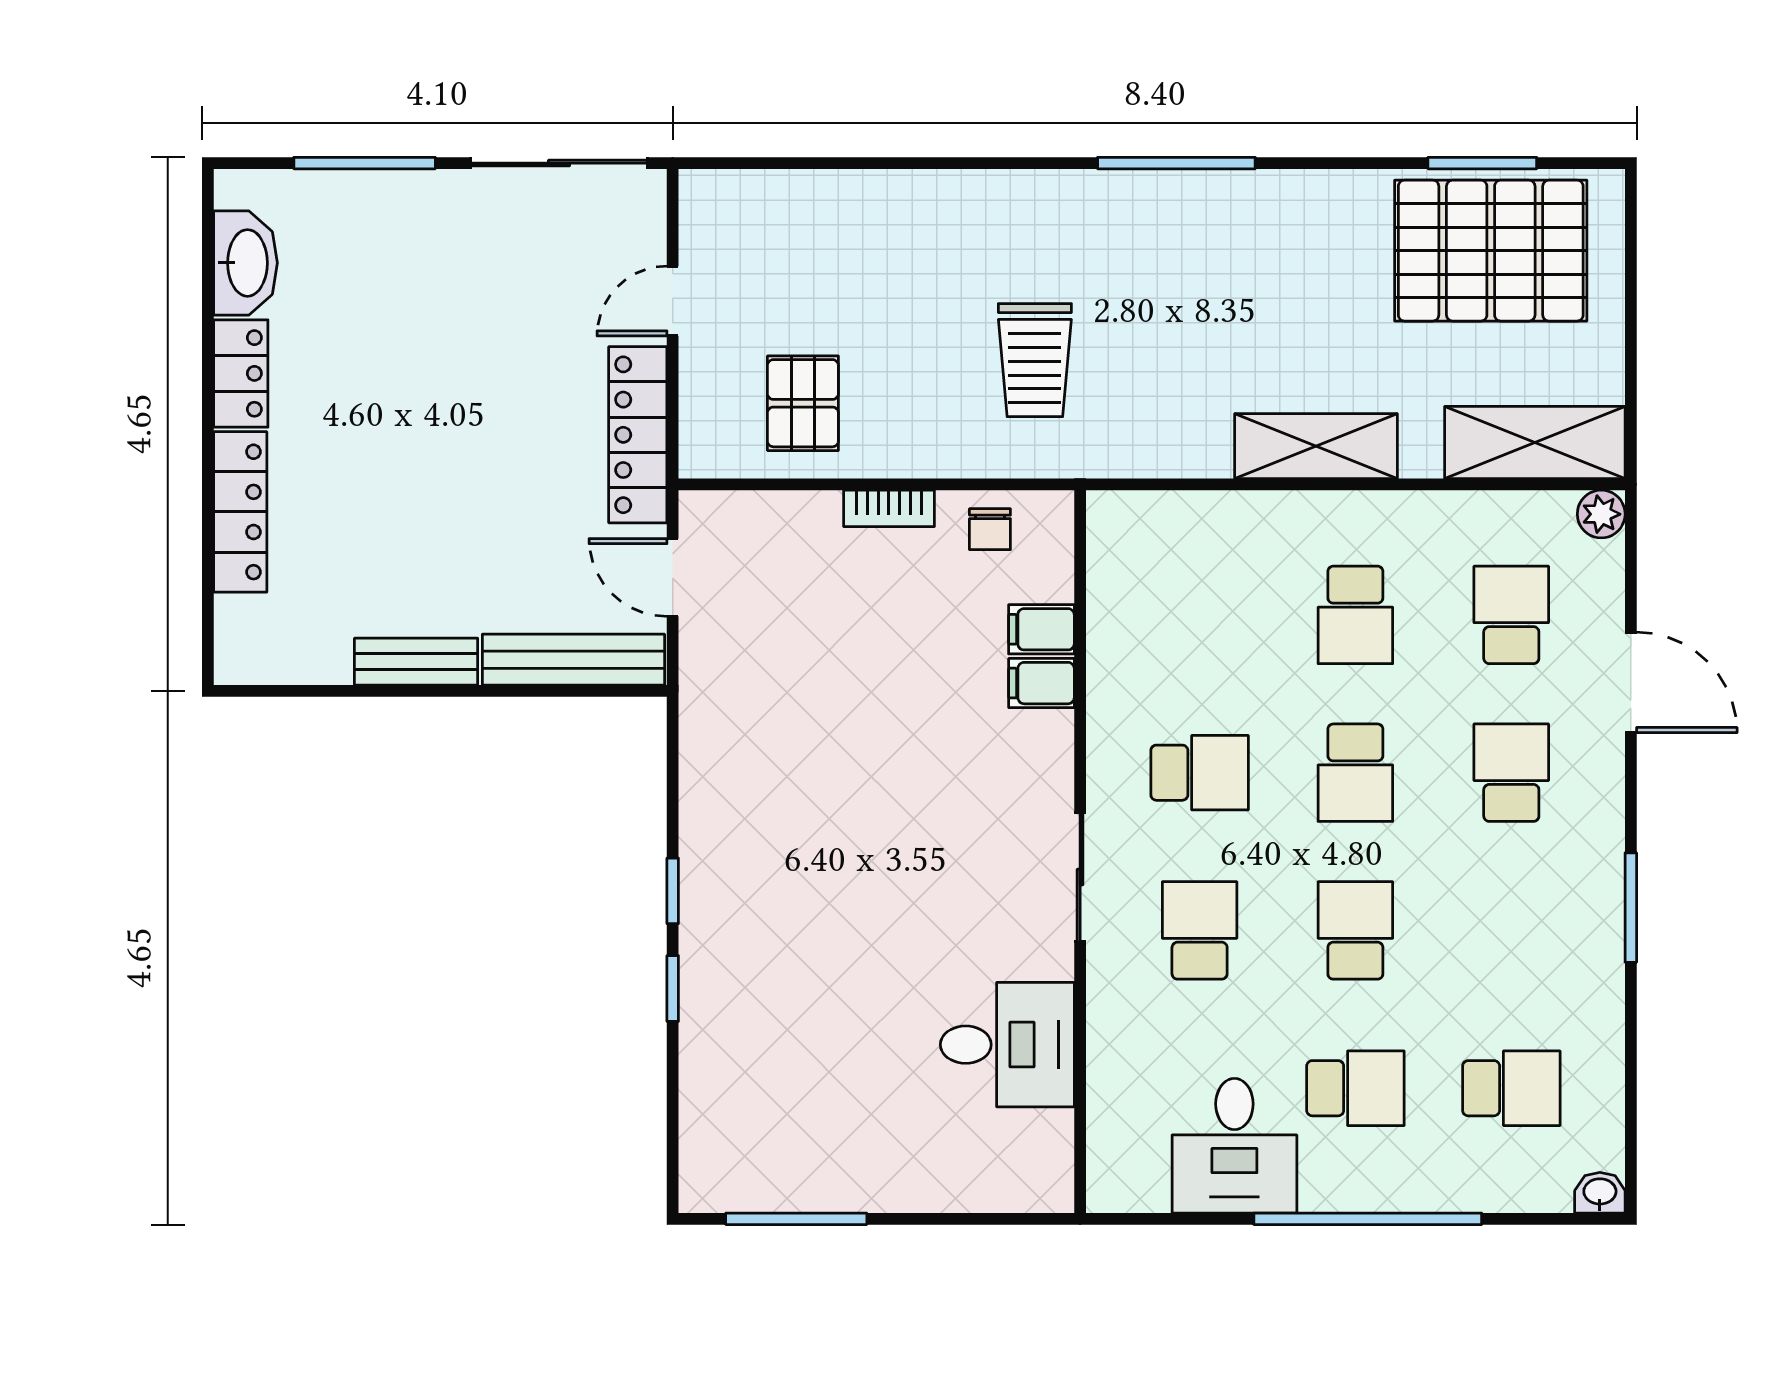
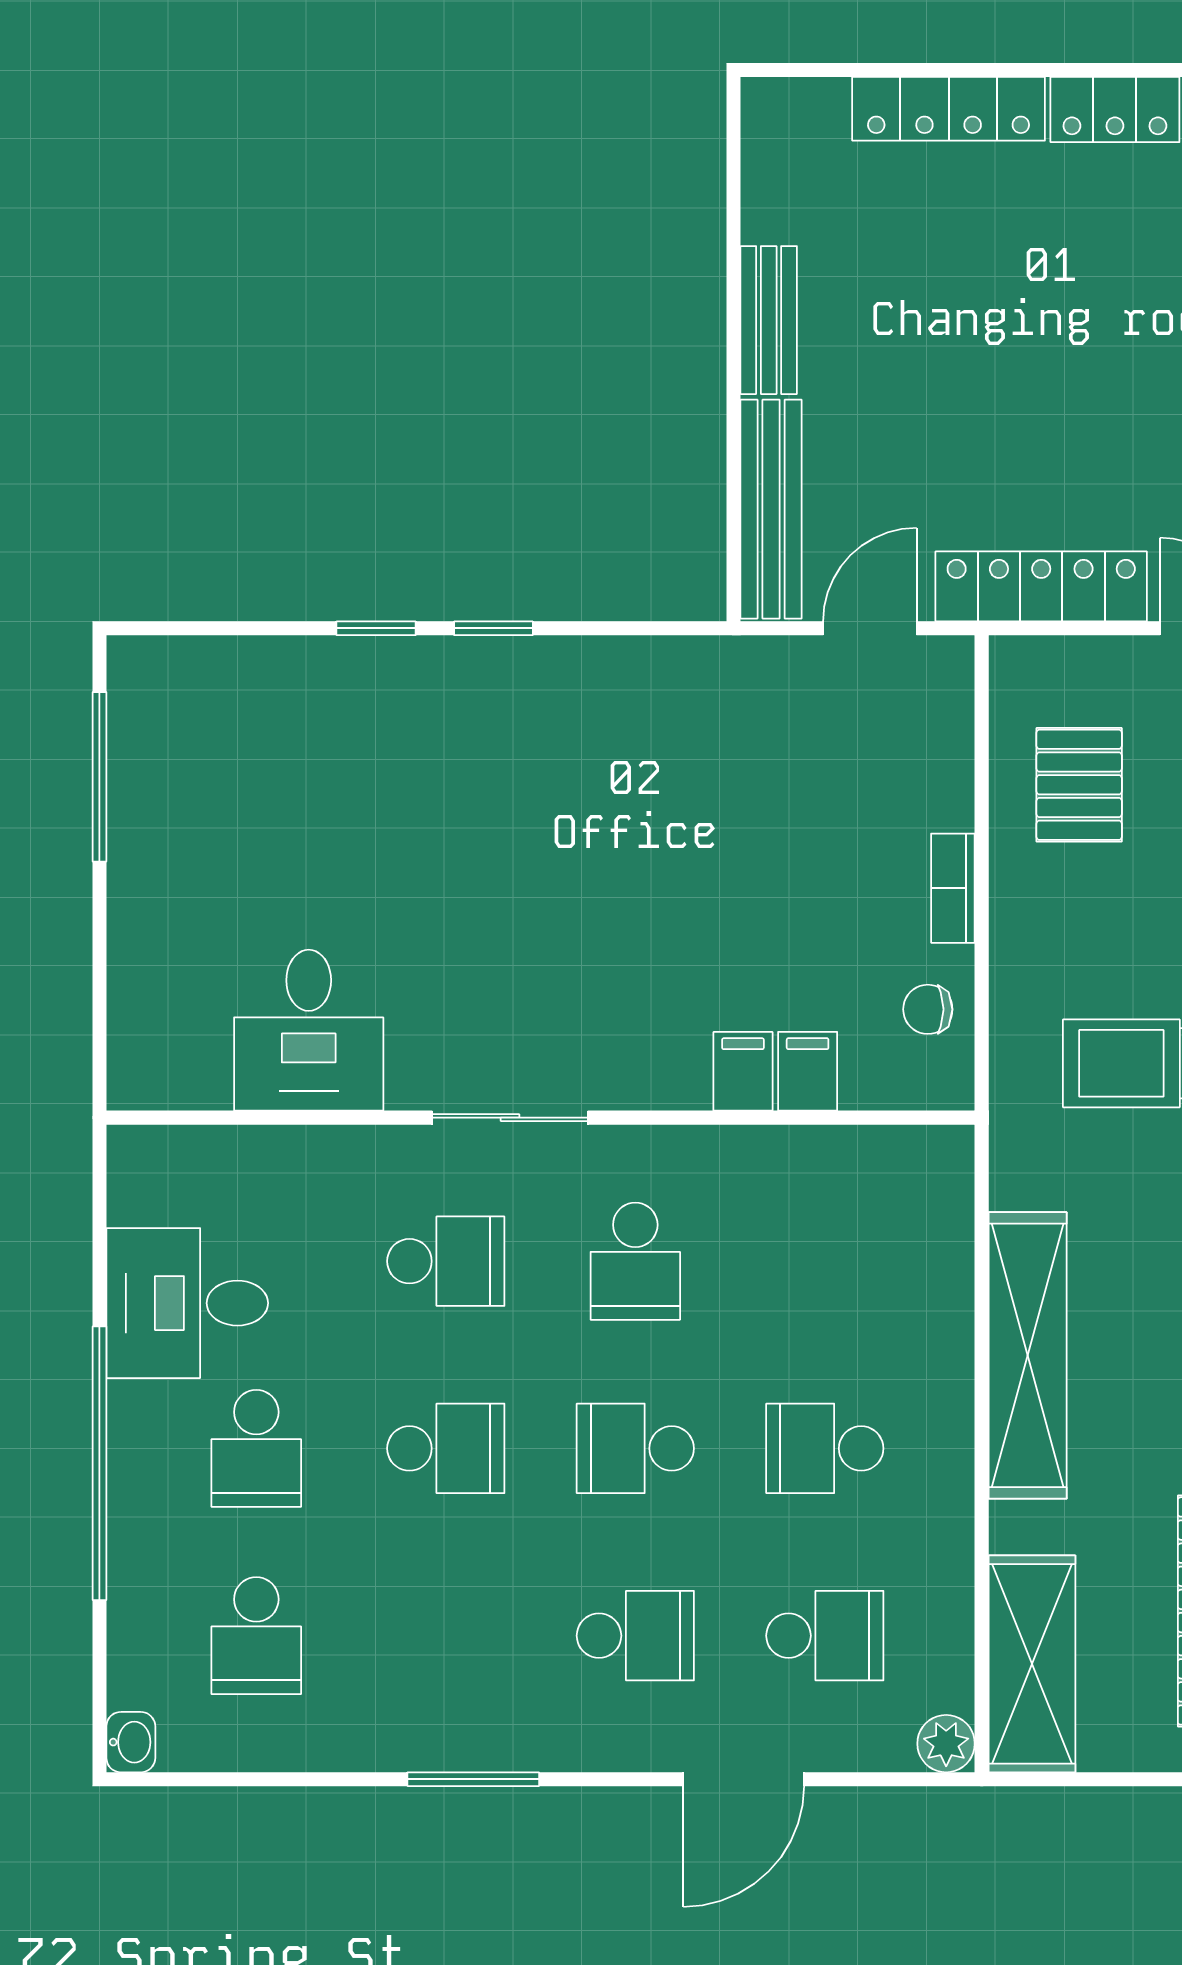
pallet: (803, 403) -> (1079, 785), turned 90
shelving: (1316, 446) -> (1028, 1355), width x1.47

